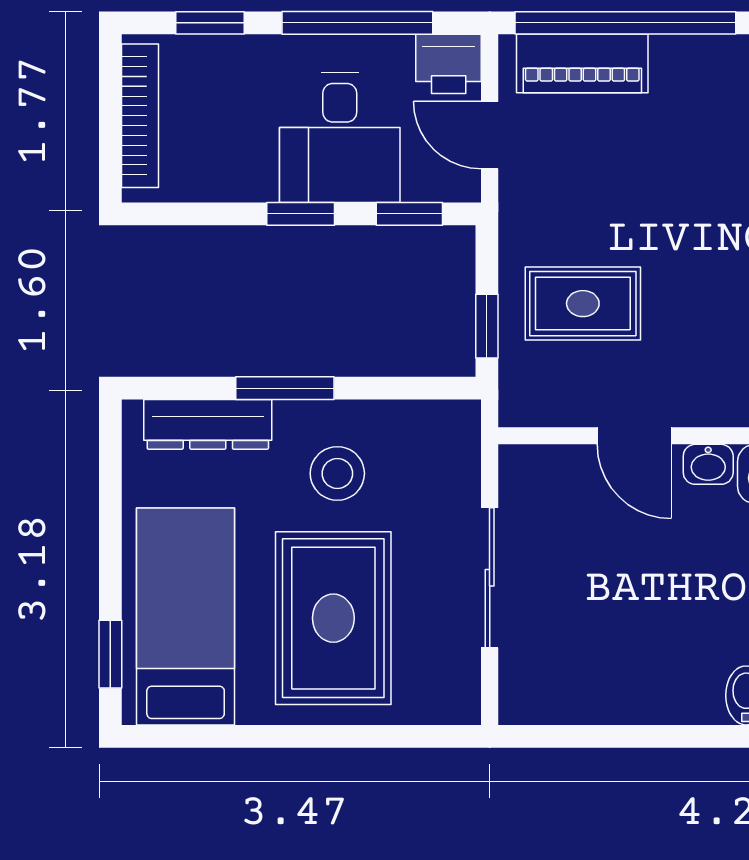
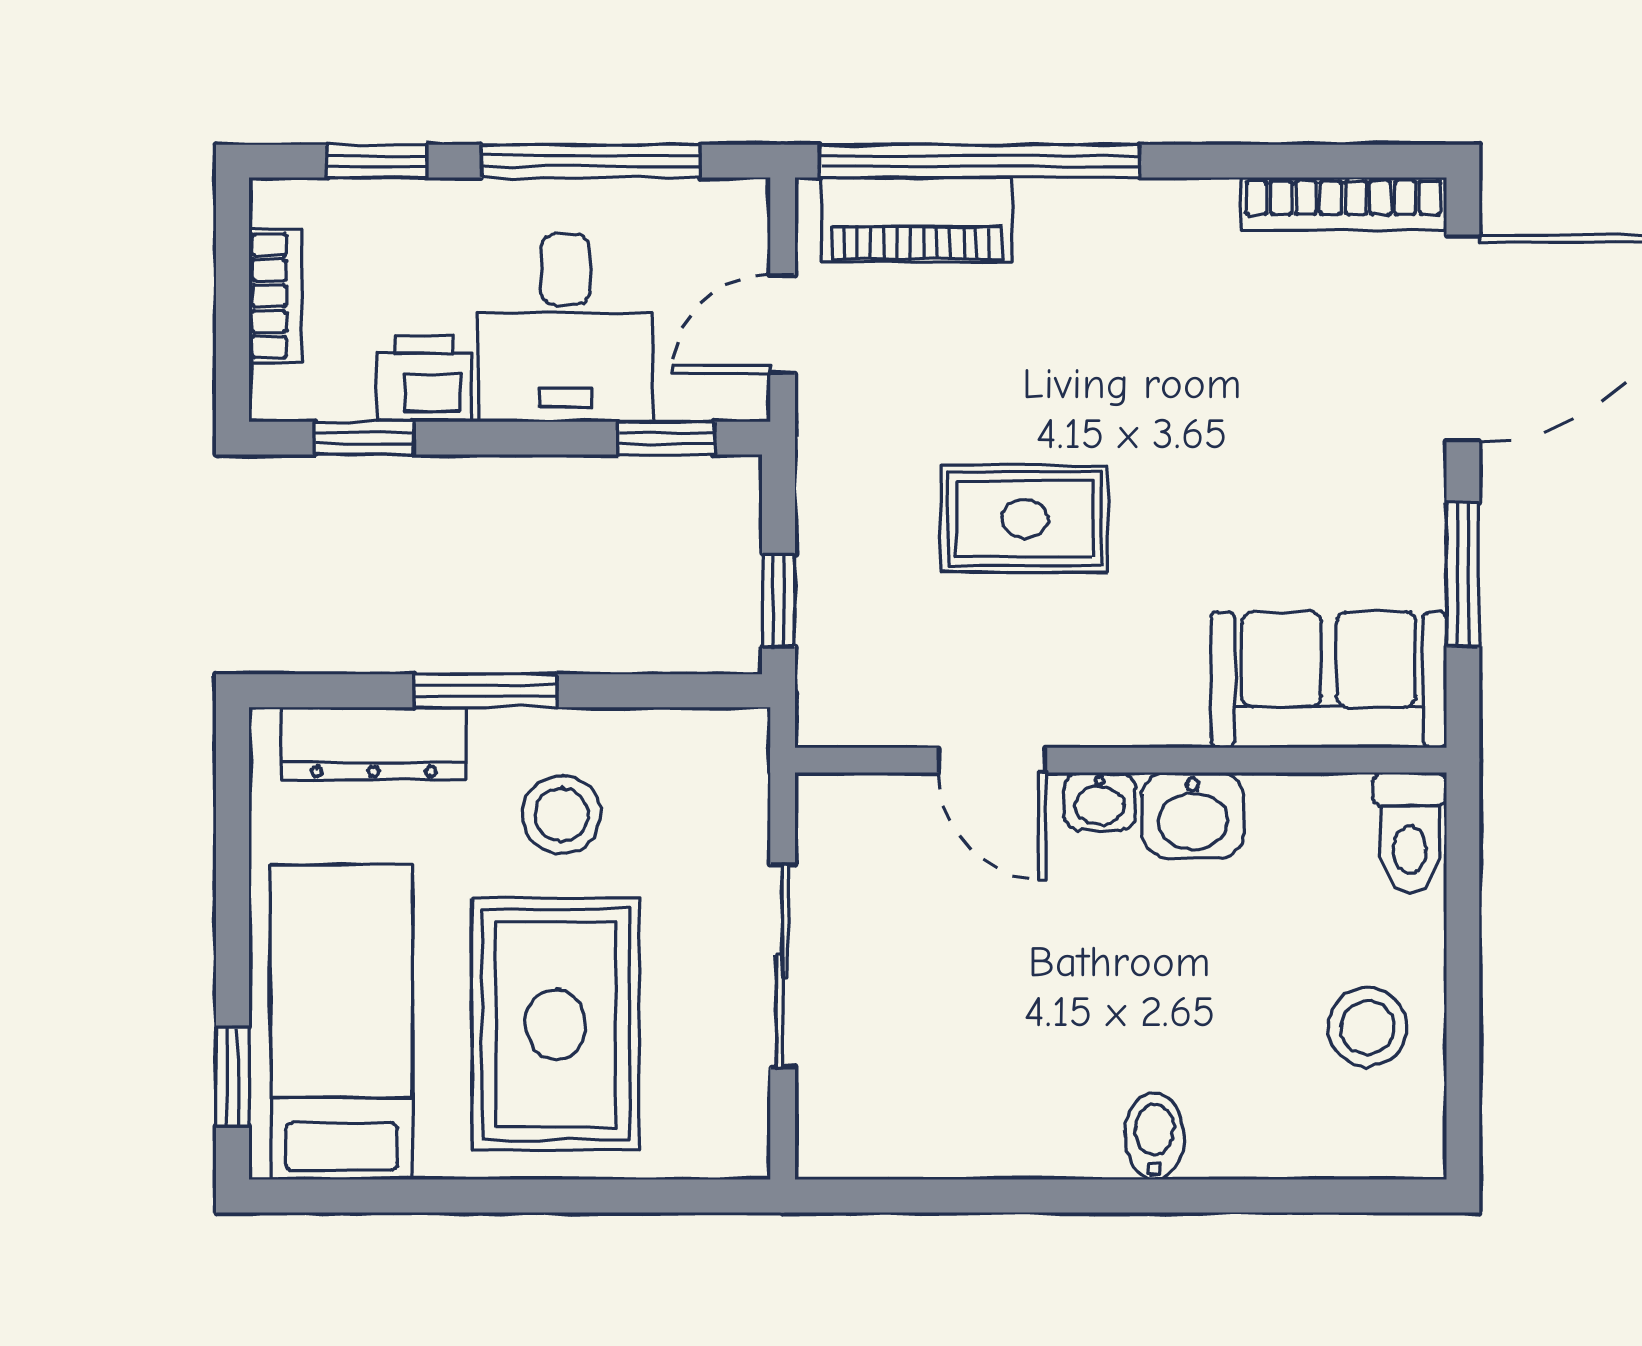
printer: (449, 64) -> (424, 379), moved, turned 180
bookcase: (140, 116) -> (275, 296), width x0.64
door: (490, 135) -> (783, 324), hinge flipped
window: (301, 214) -> (365, 438), moved
rug: (583, 304) -> (1025, 519), moved

